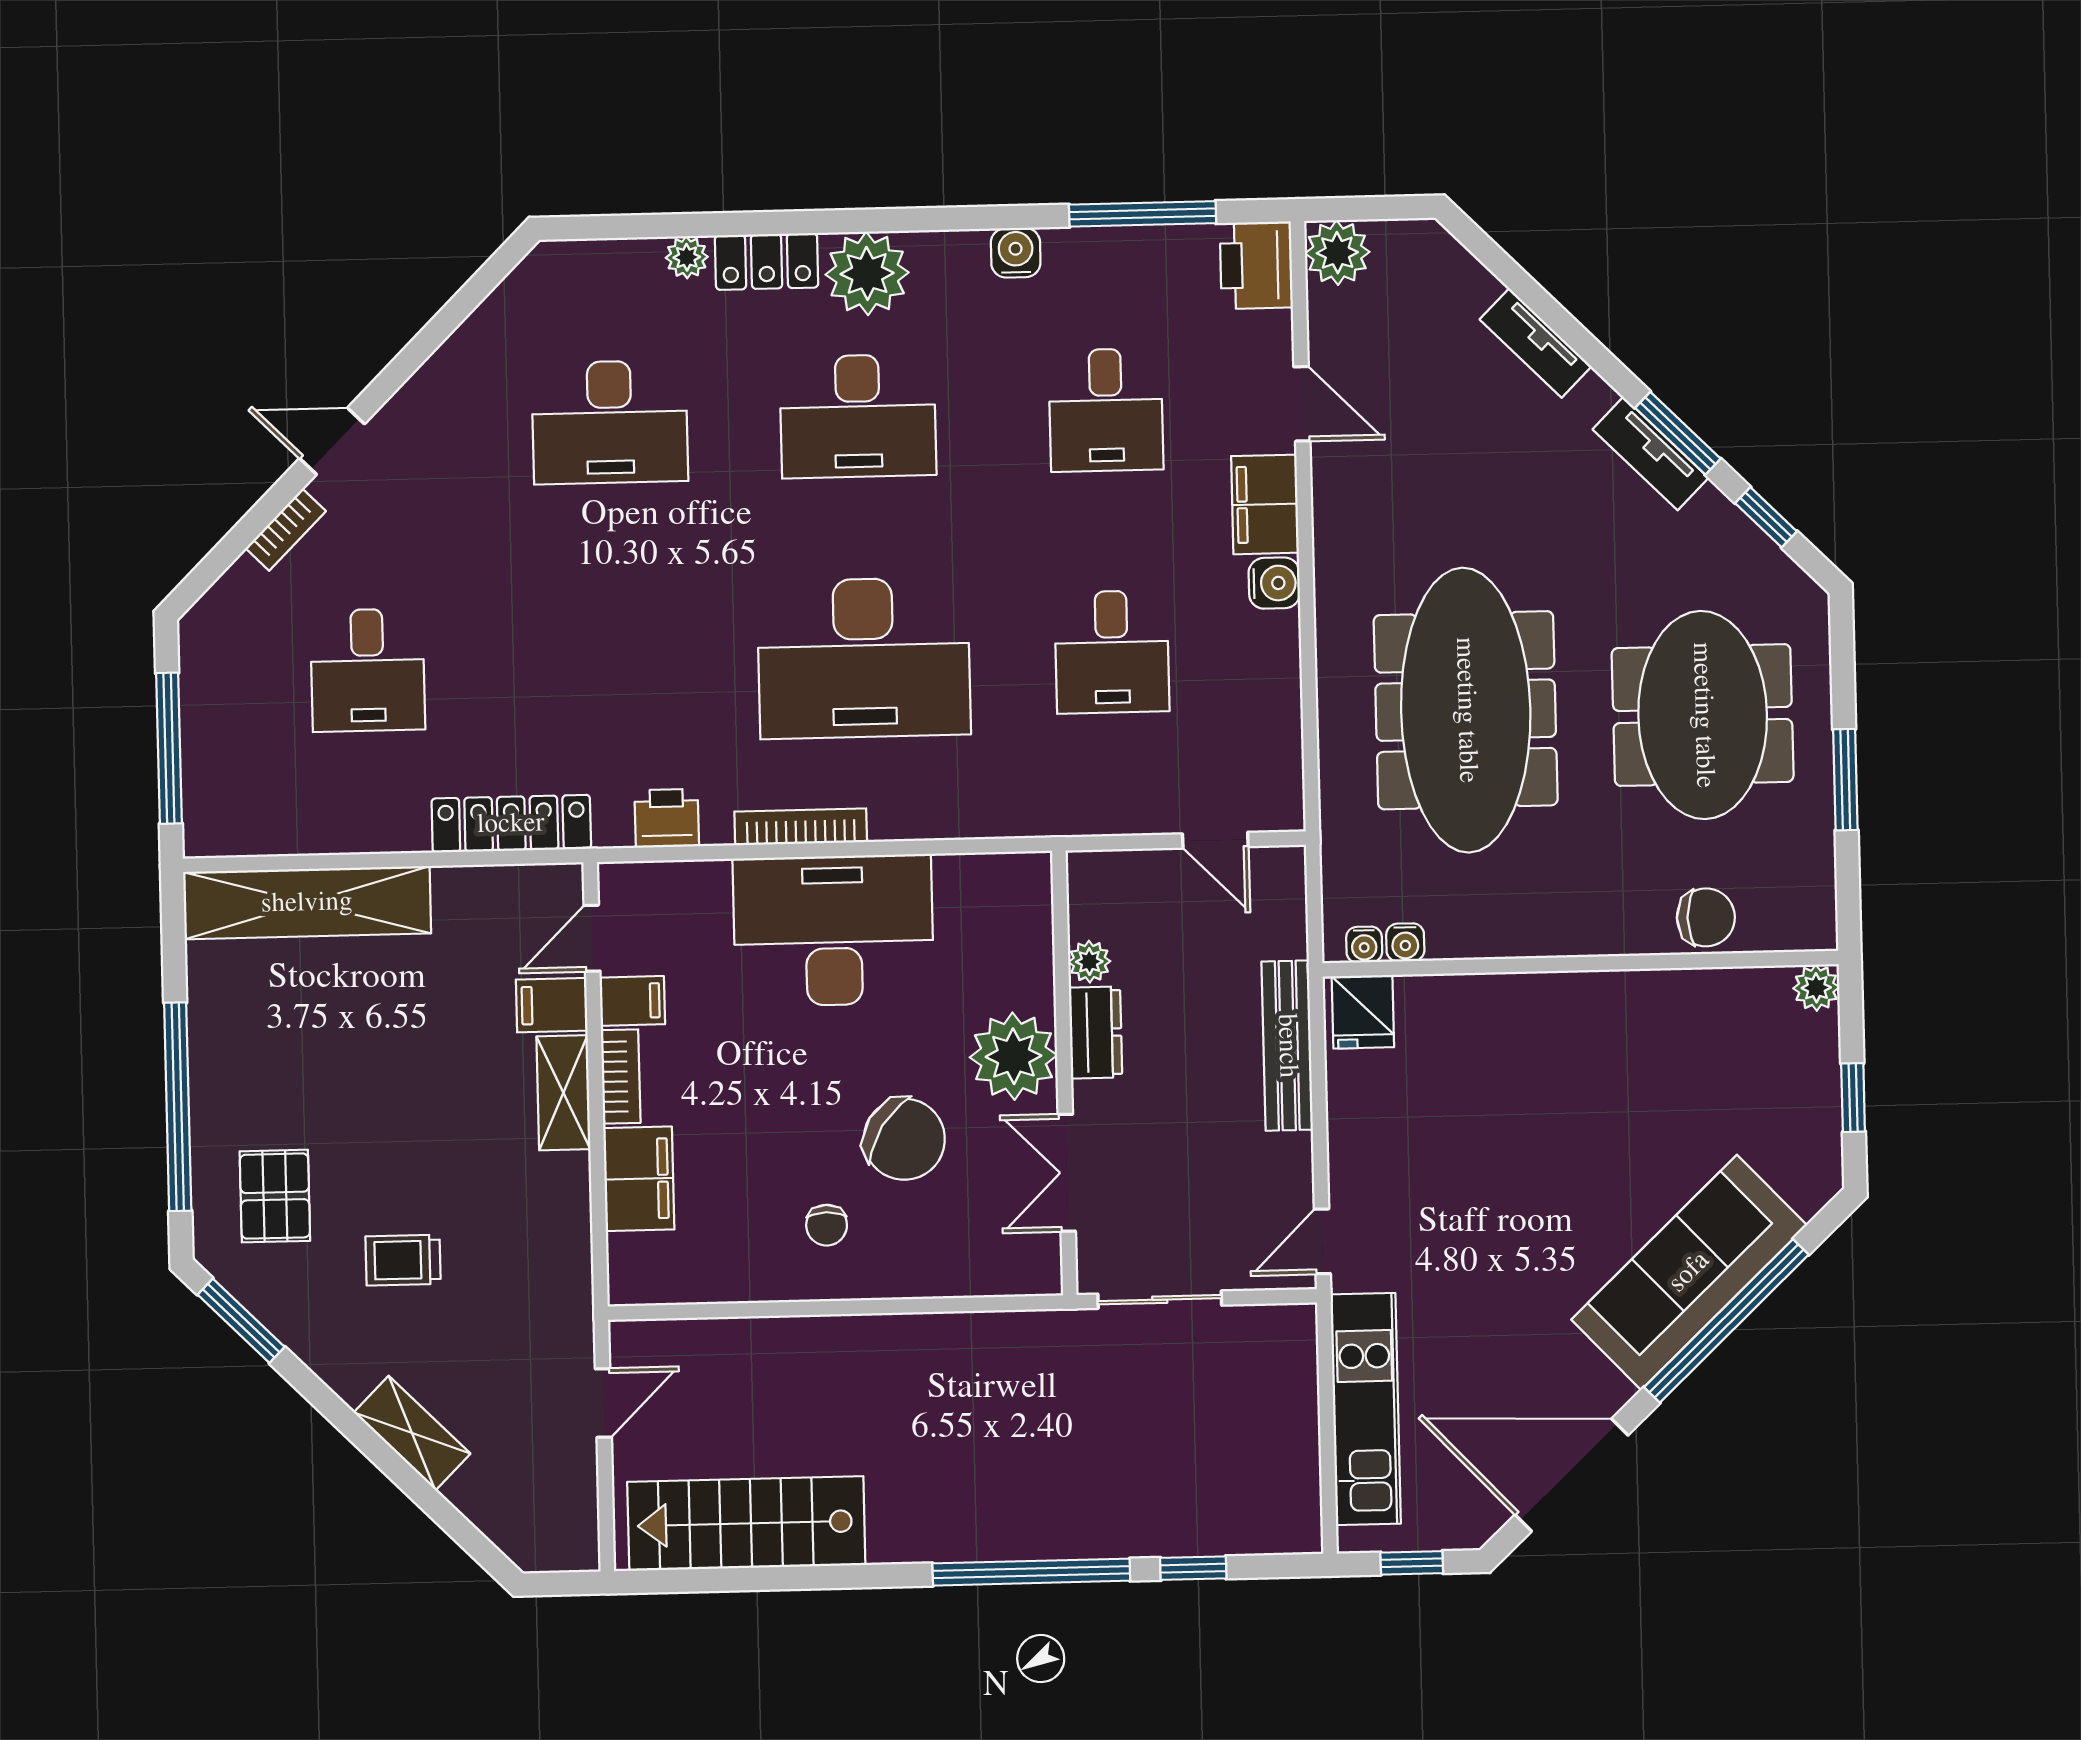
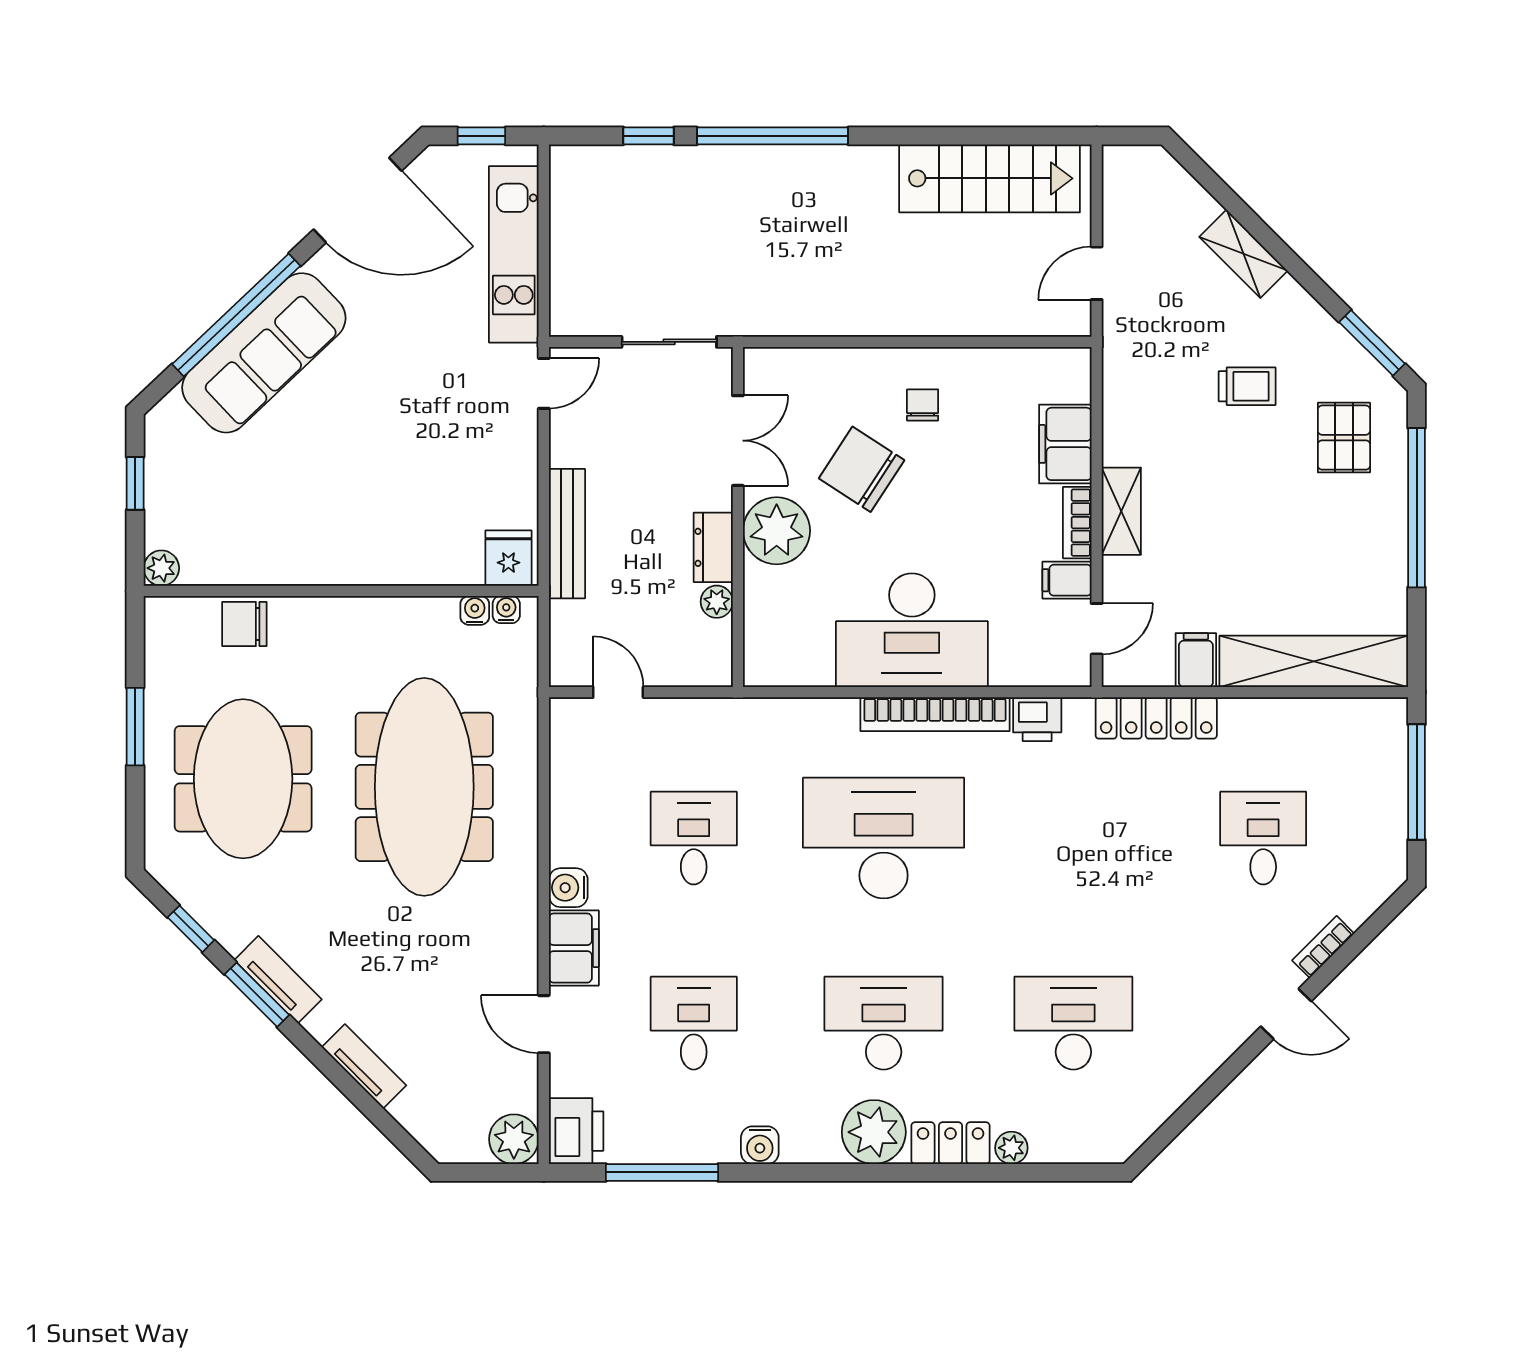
bookcase: (801, 827) -> (935, 714), width x1.48, depth x1.31
filing cabinet: (552, 1005) -> (1196, 660), moved, turned -90

